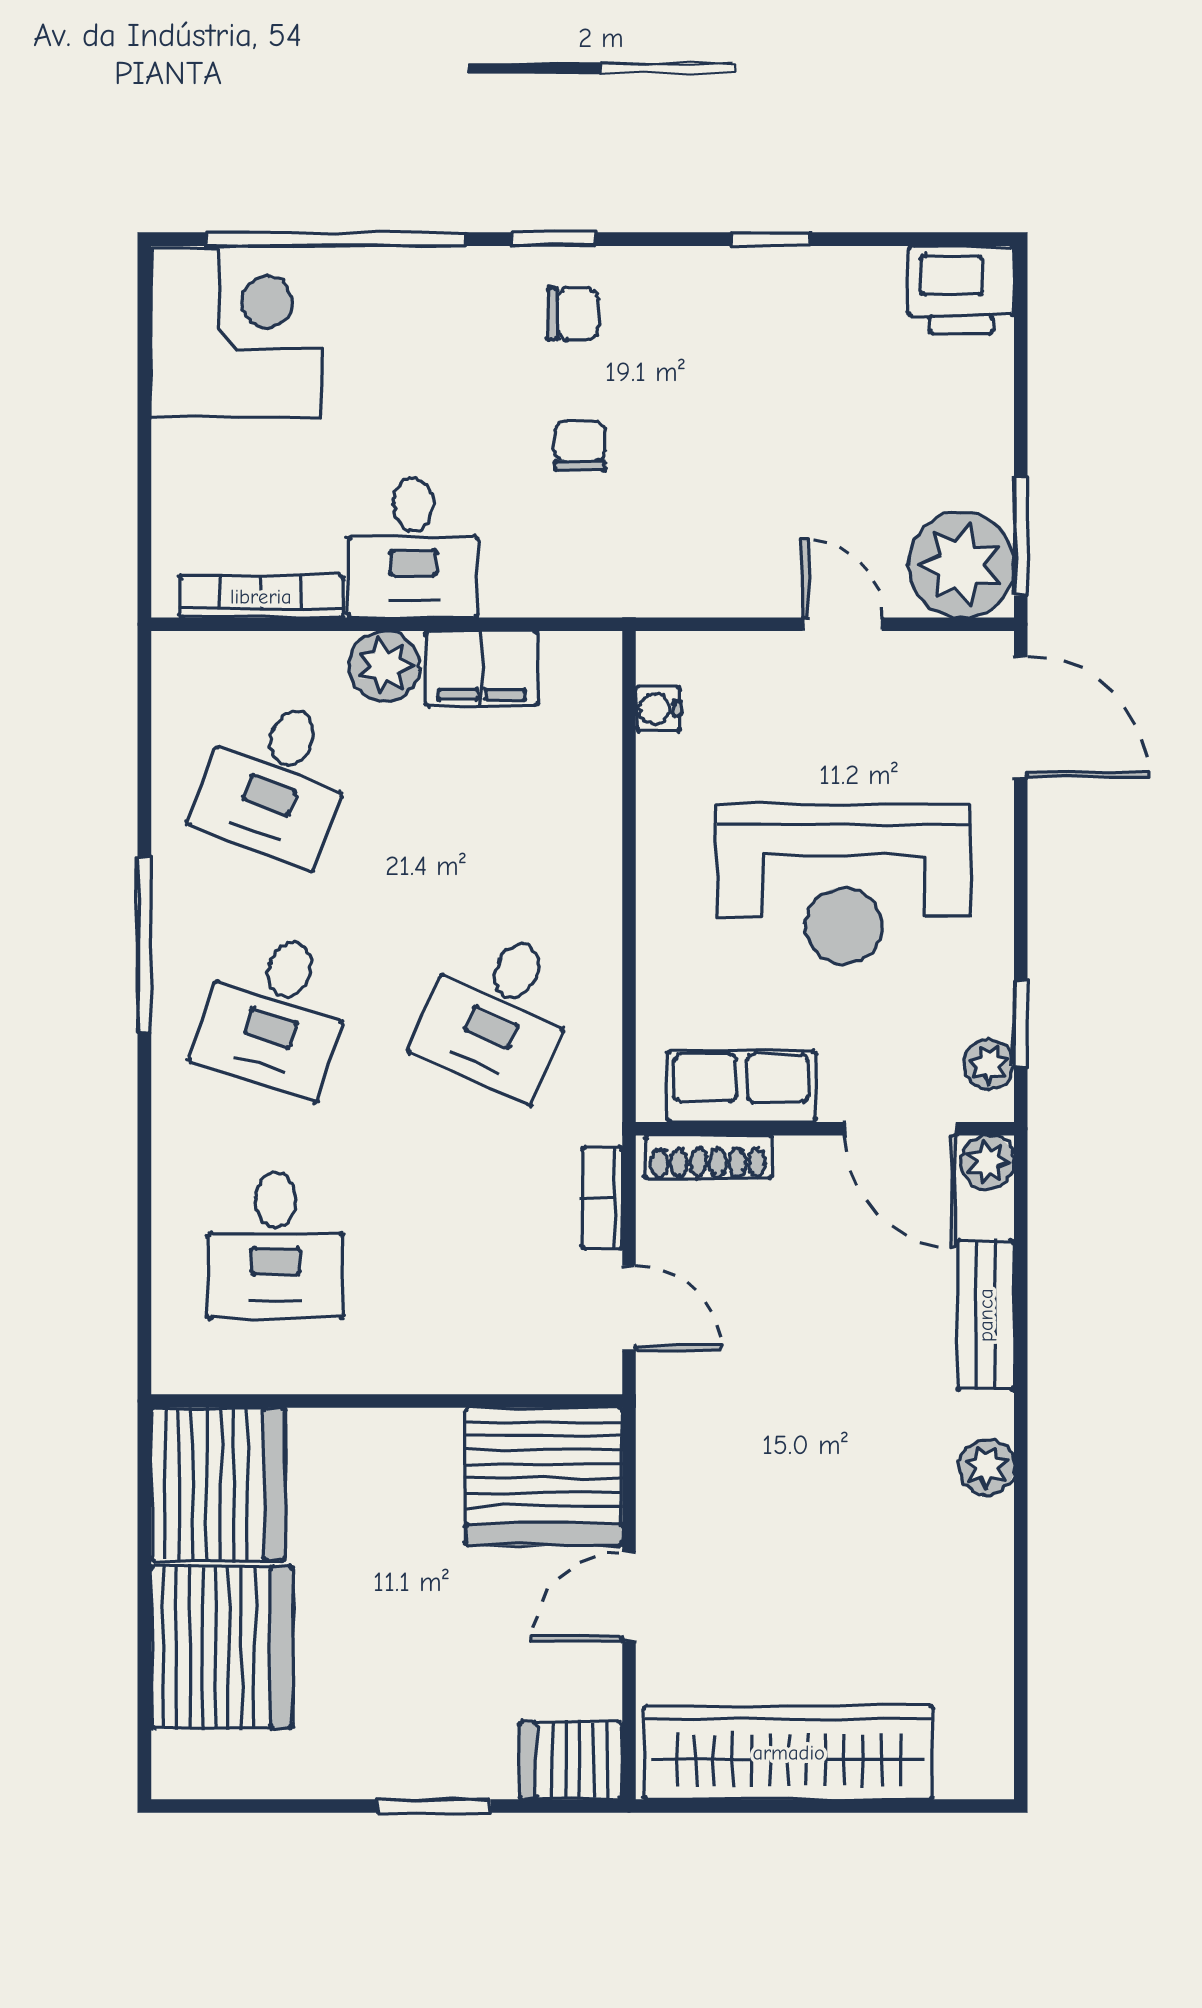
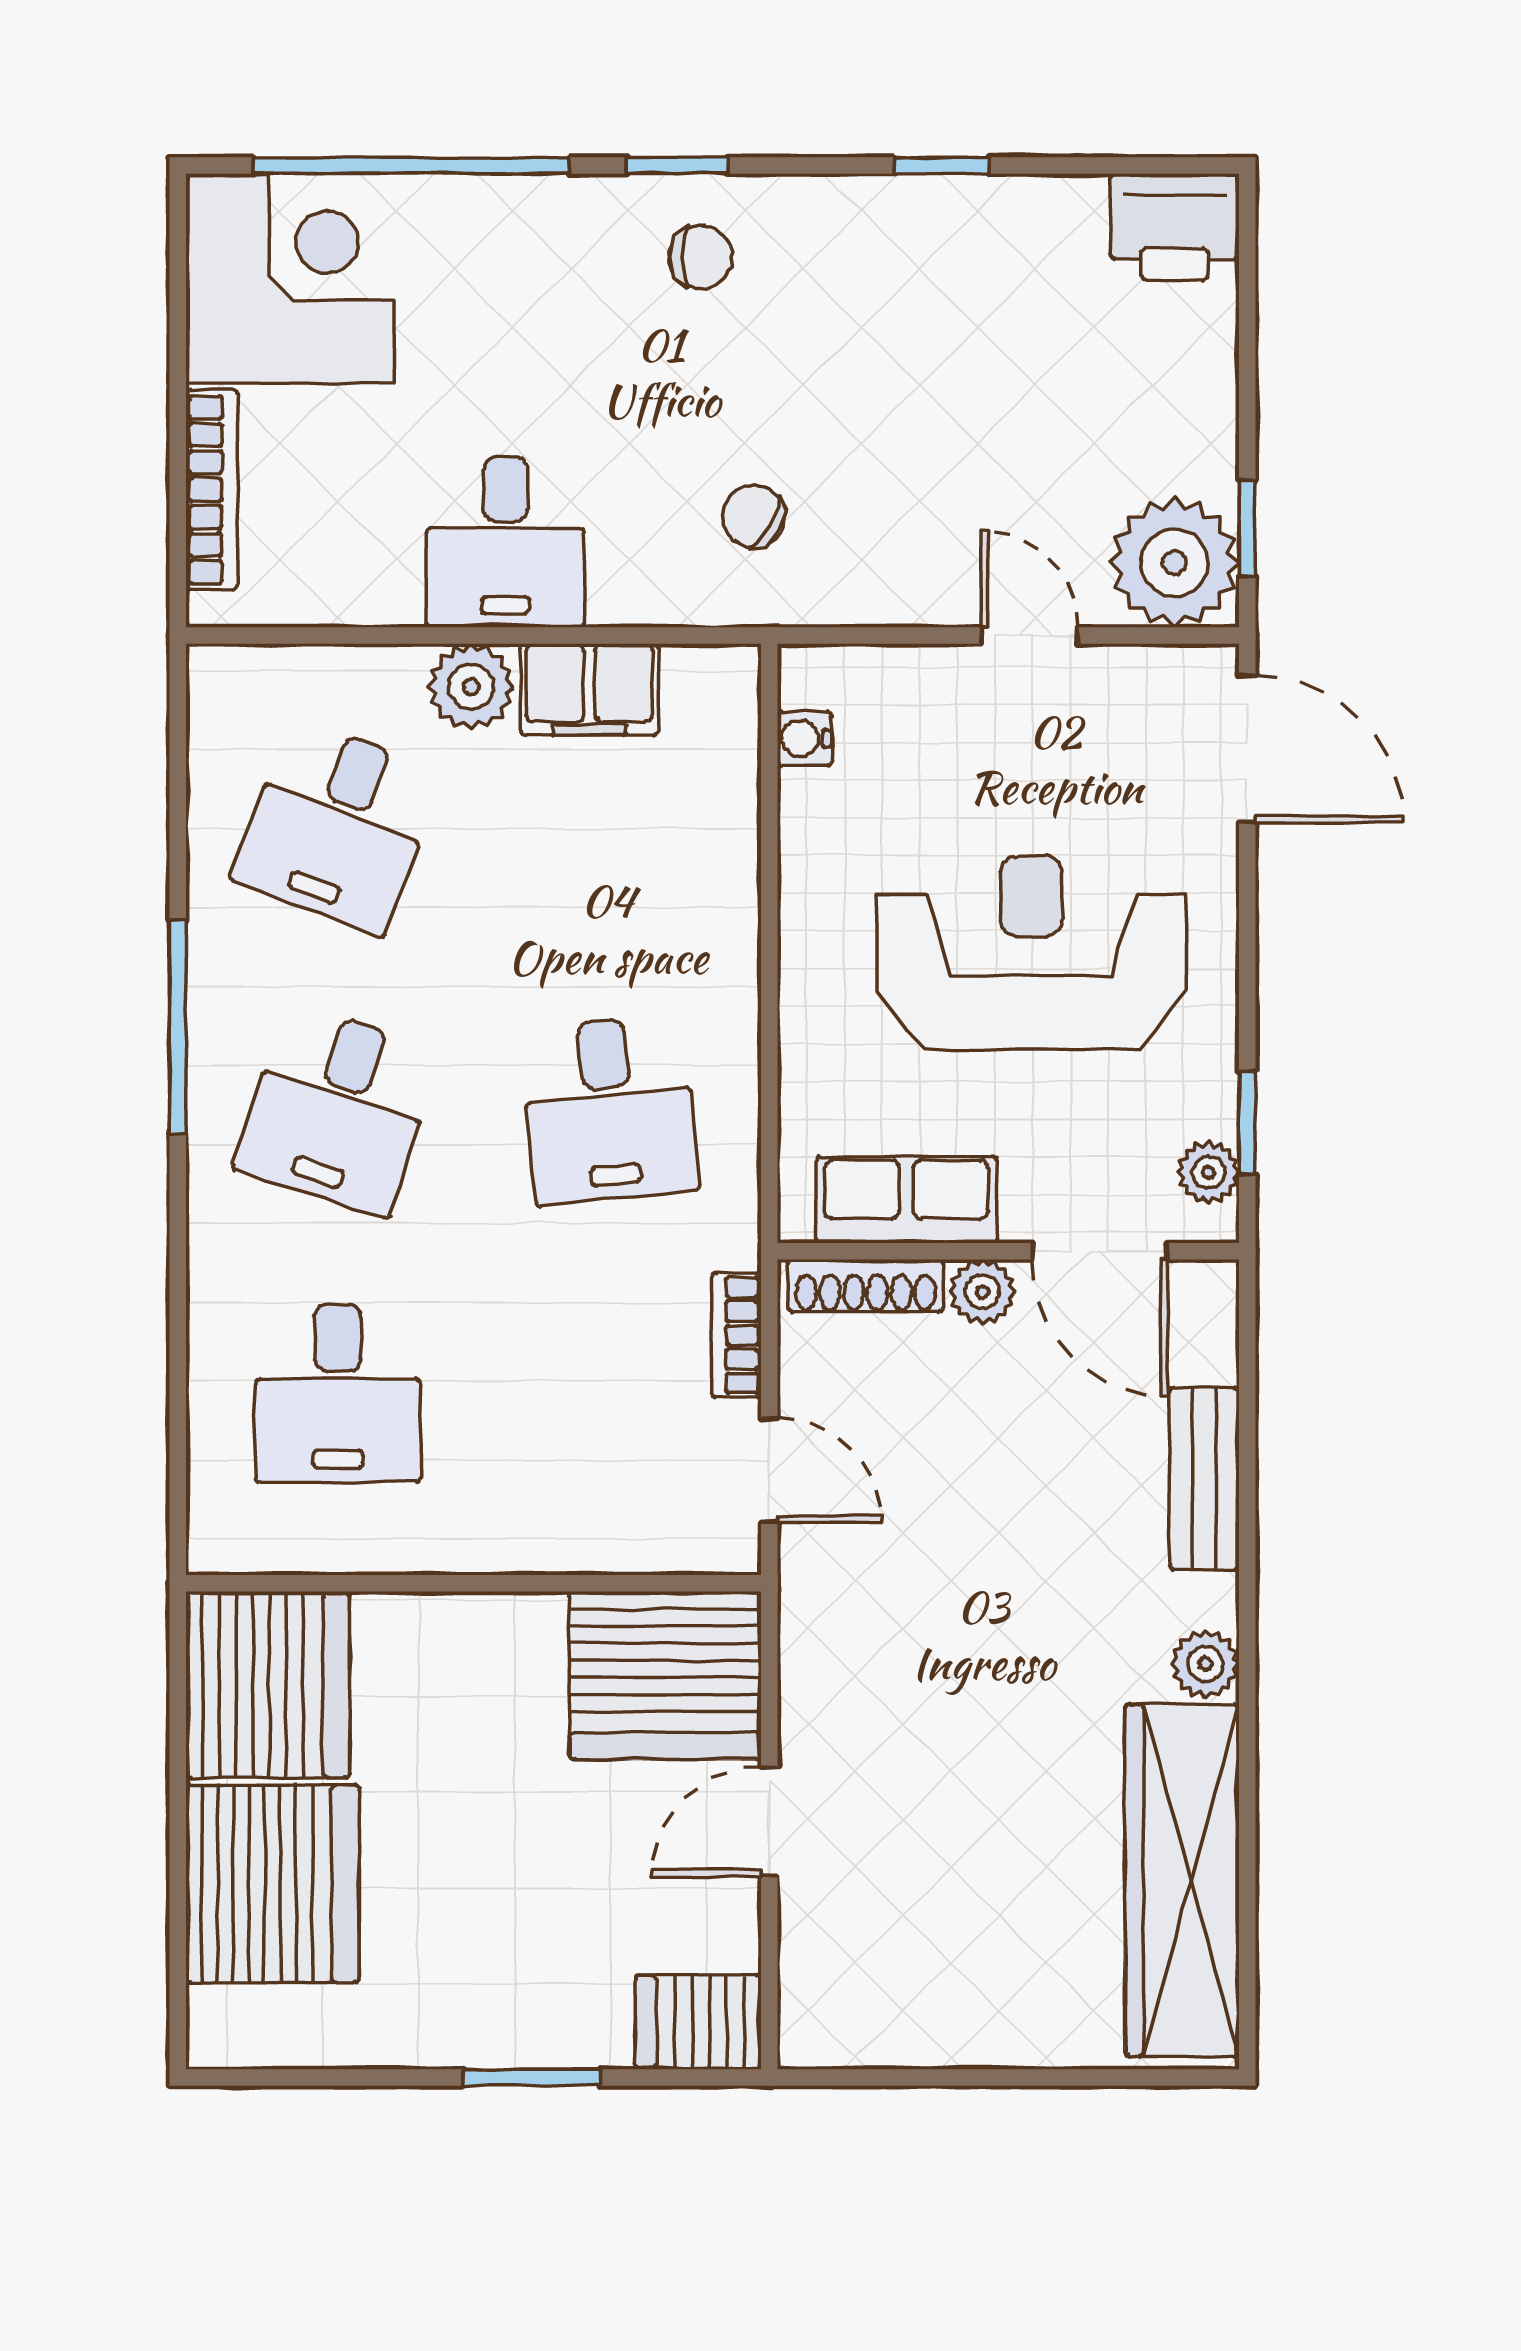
chair: (580, 446) -> (754, 516), moved, turned -61
window: (1021, 536) -> (1247, 528), width x0.67
bookcase: (261, 597) -> (212, 490), moved, turned 90
reception desk: (844, 884) -> (1031, 953), turned 180
desk: (498, 1013) -> (609, 1109), turned -30
plant: (987, 1162) -> (982, 1292), moved
wardrobe: (789, 1753) -> (1182, 1880), moved, turned -90

